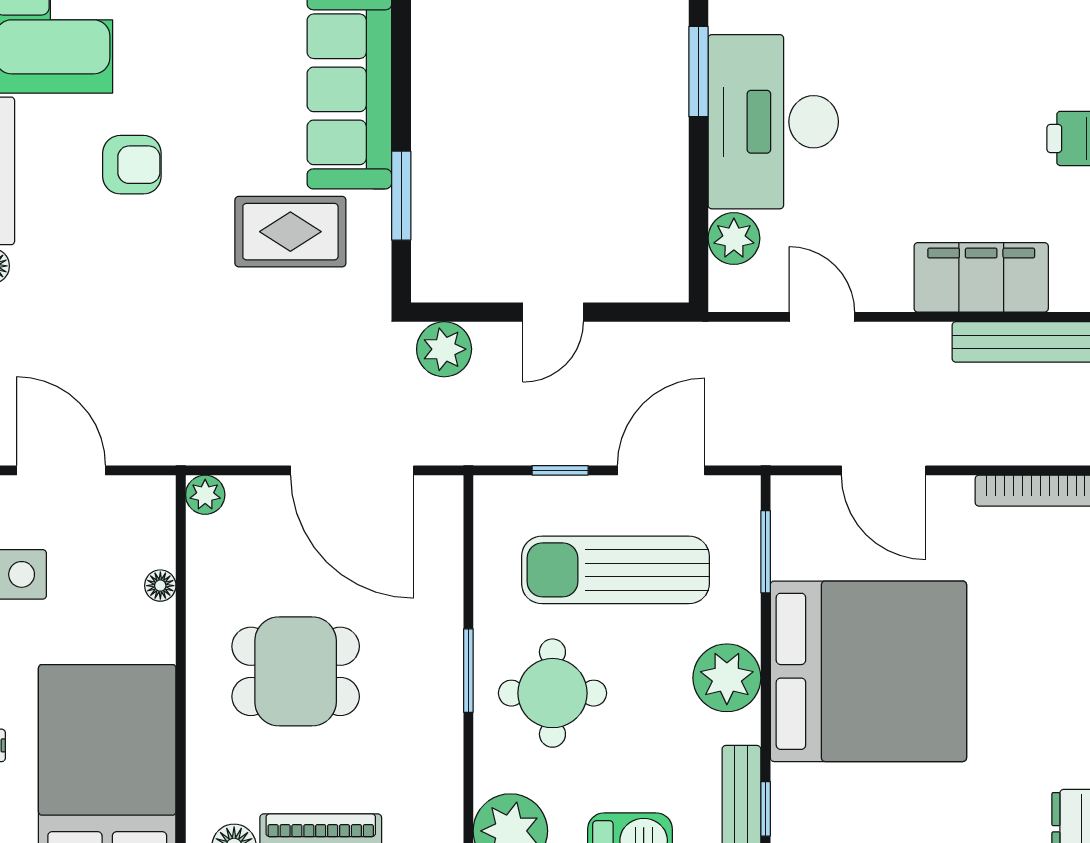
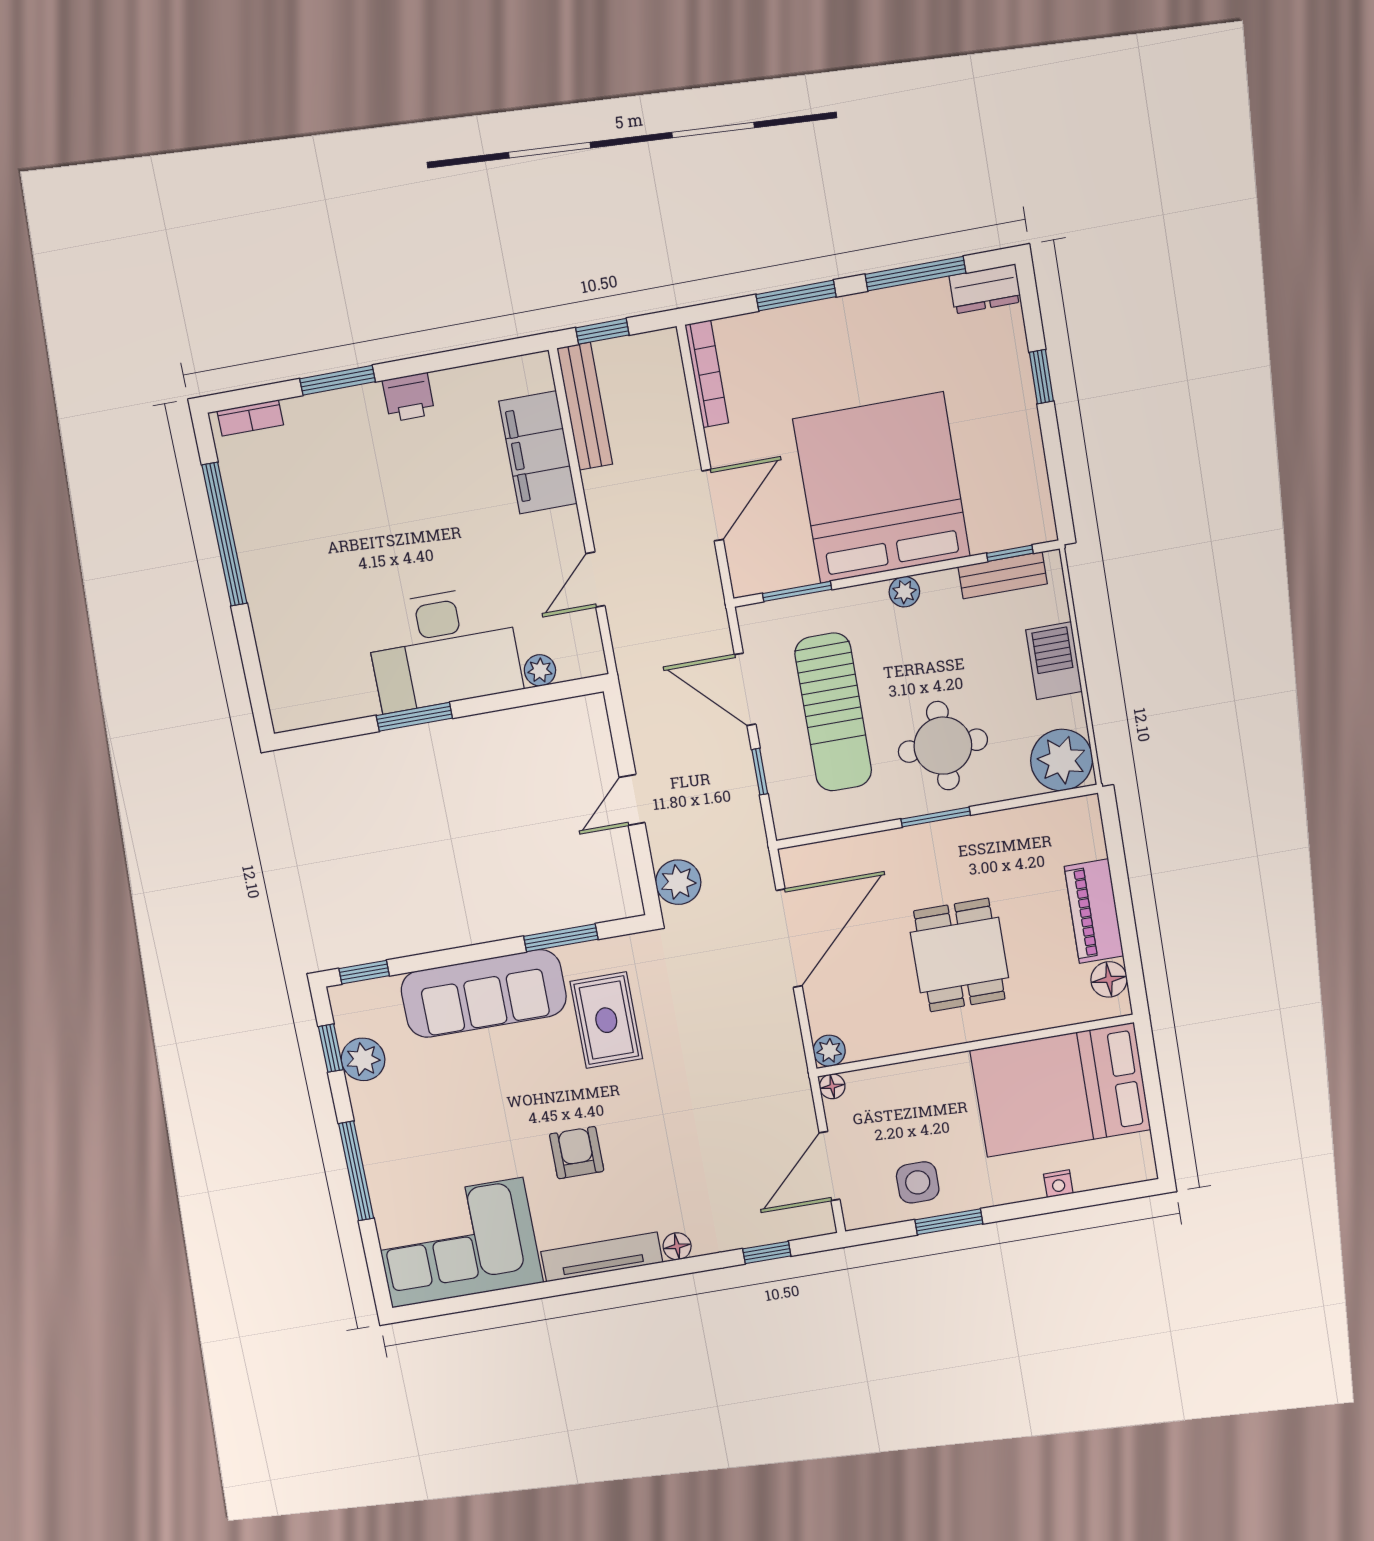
plant: (734, 238) -> (540, 670), width x0.73, depth x0.73
door: (553, 312) -> (632, 800), swing flipped
floor lamp: (160, 586) -> (832, 1086), moved
plant: (727, 678) -> (904, 592), width x0.53, depth x0.53

